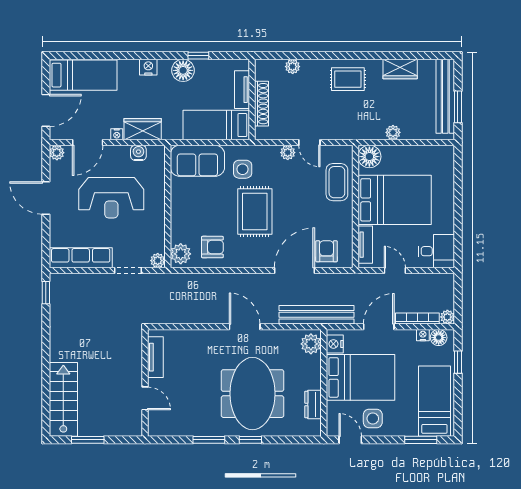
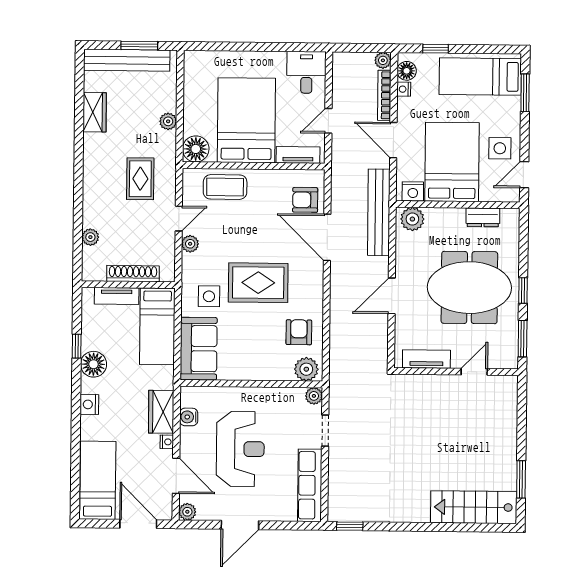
rug: (348, 79) -> (140, 179), moved
tv unit: (155, 357) -> (426, 359), moved
wall: (145, 383) -> (456, 372), moved
door: (145, 398) -> (474, 372), moved

